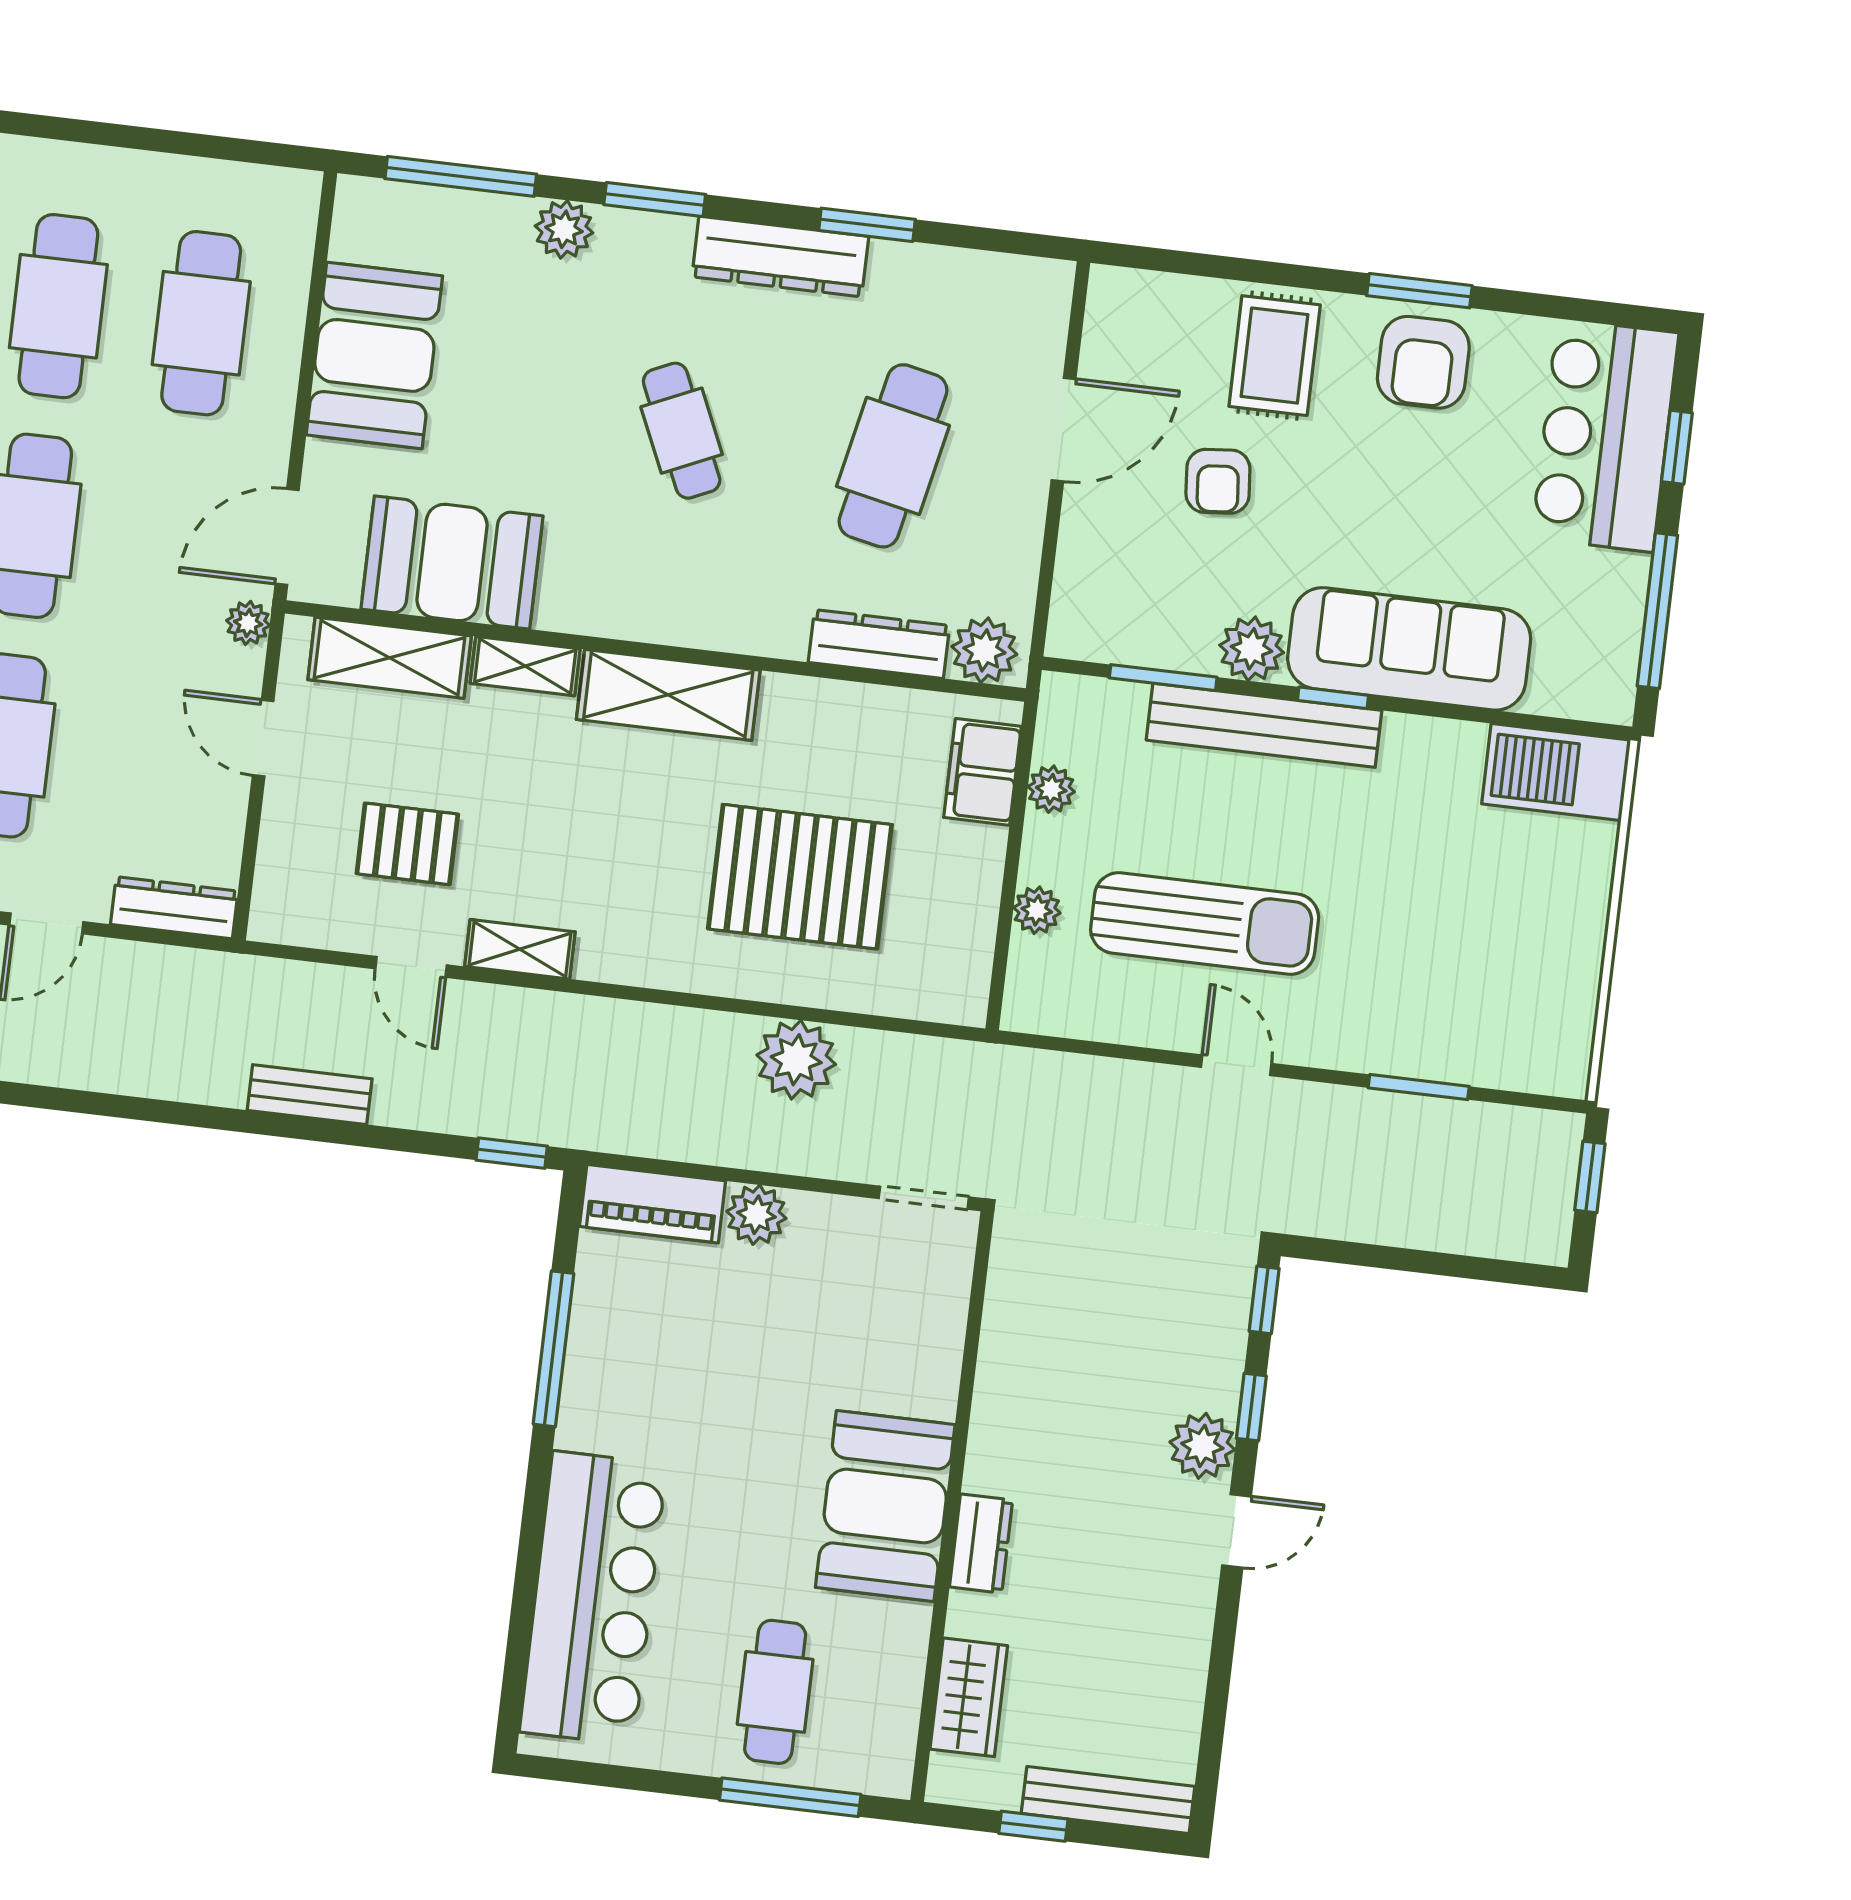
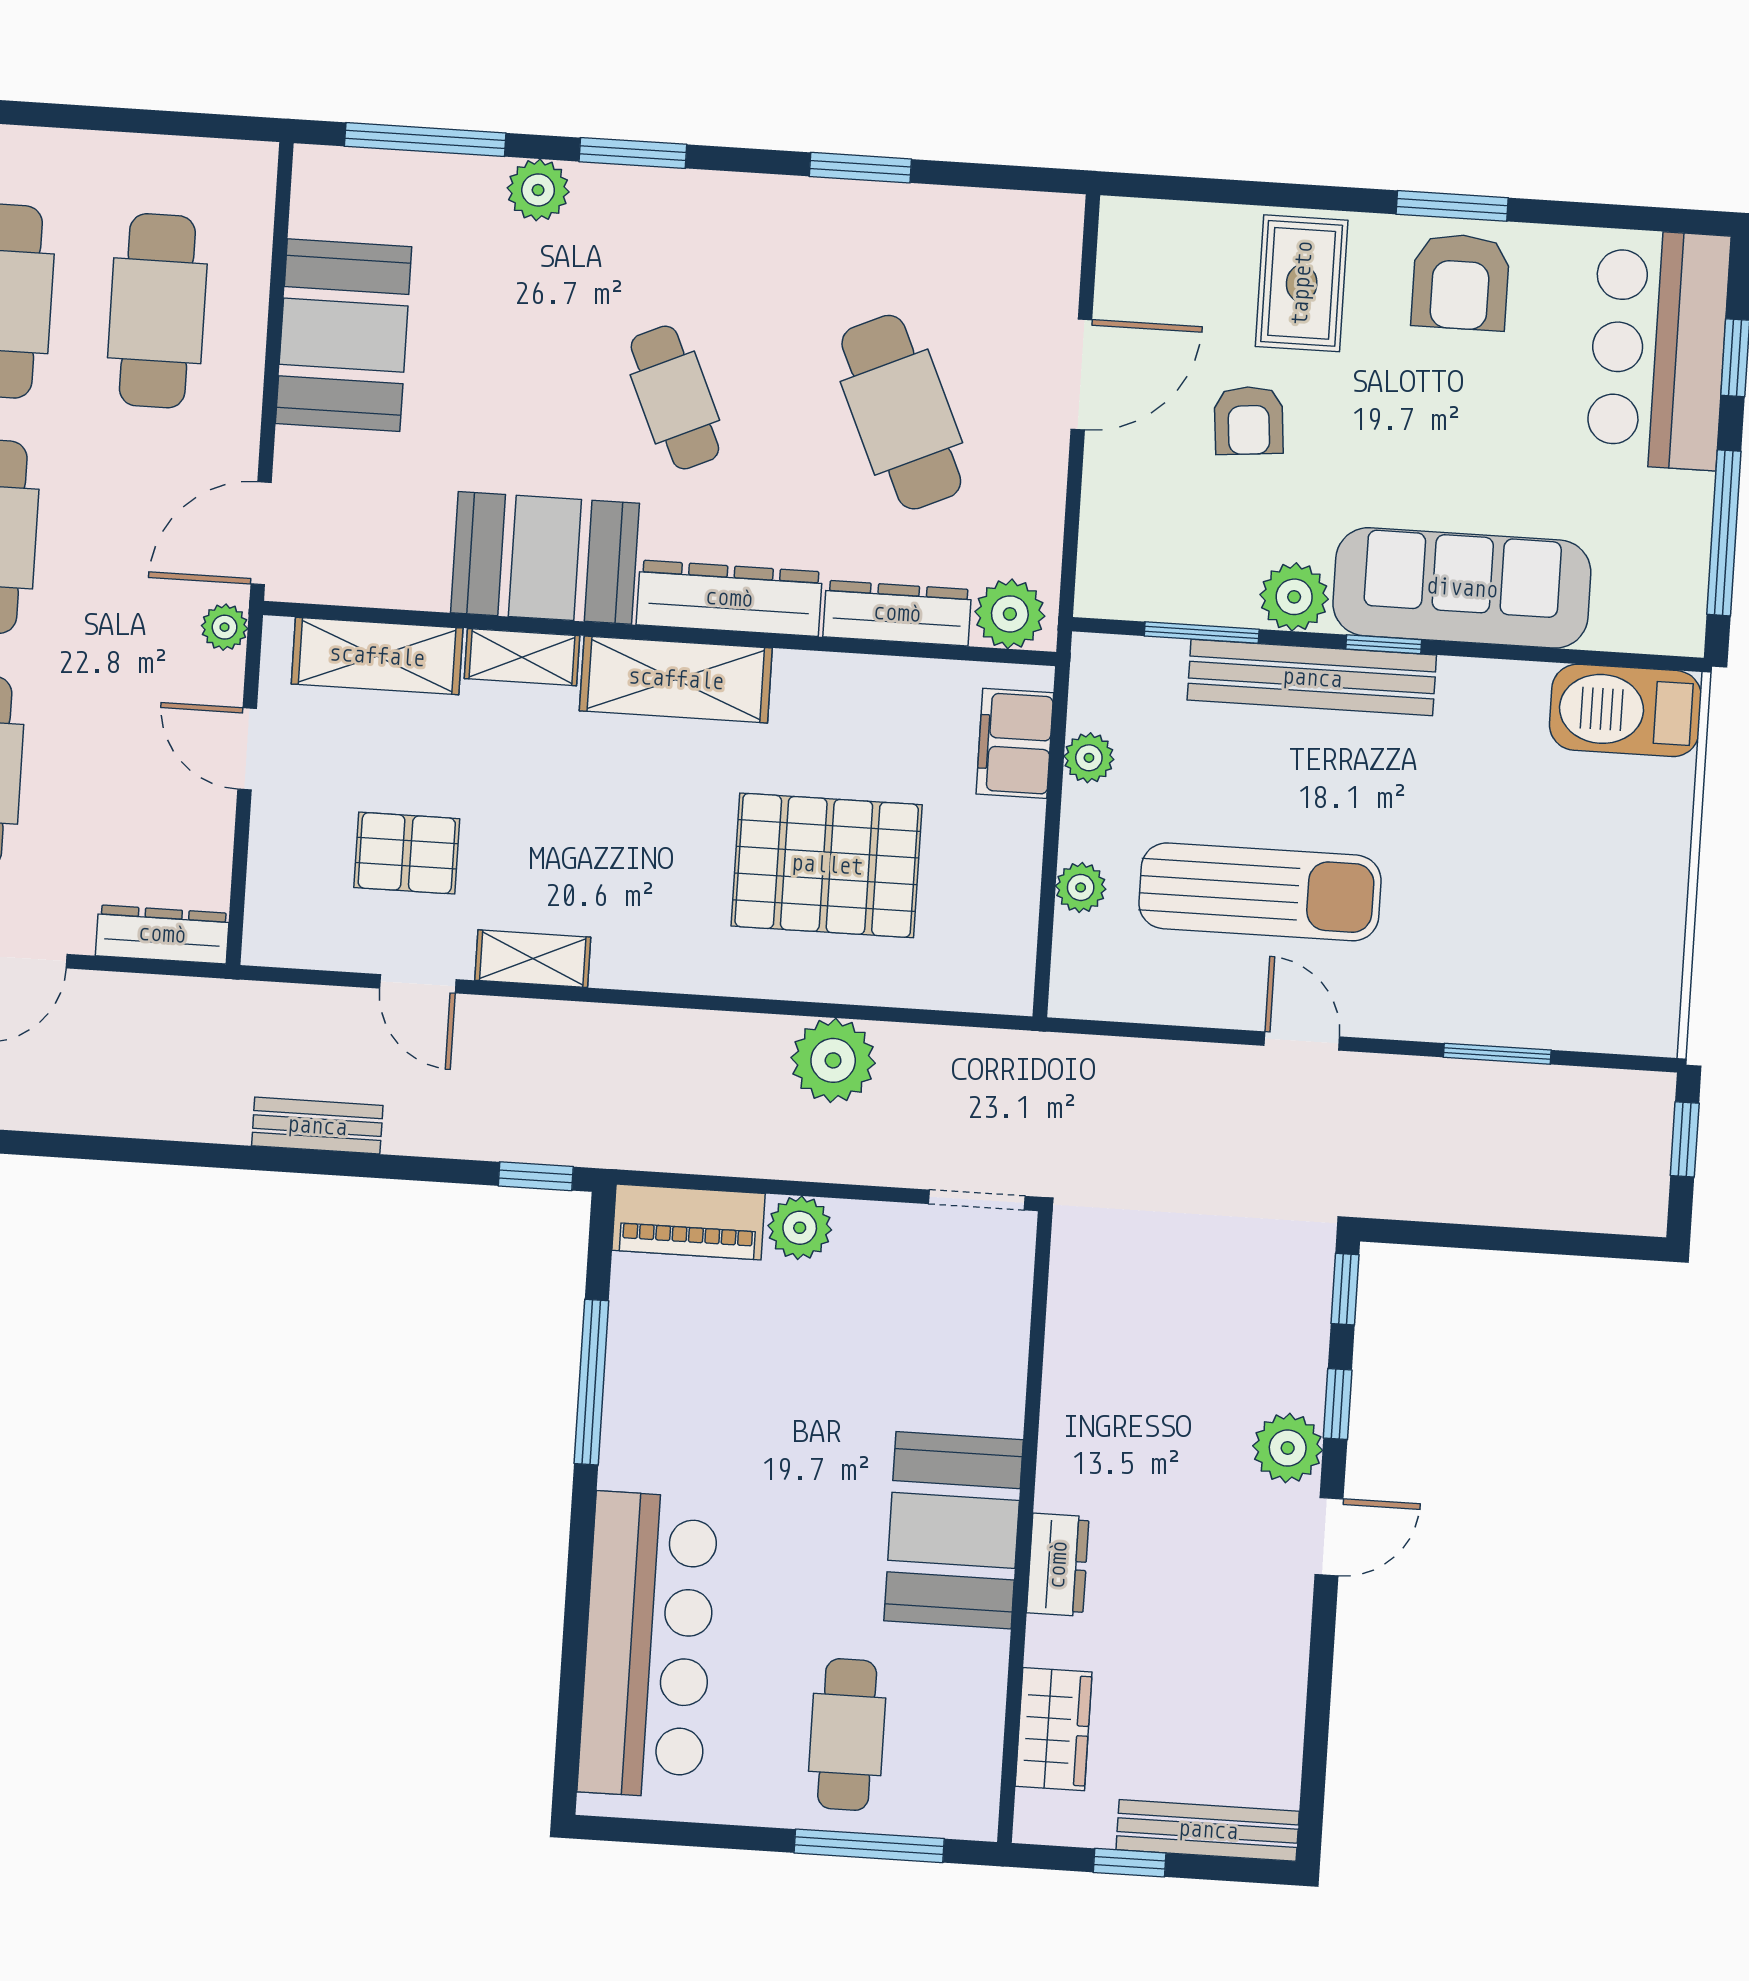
dresser: (780, 257) -> (729, 598), moved, turned 180
cafe table: (893, 456) -> (901, 412), turned -36
booth: (452, 562) -> (545, 558), moved

